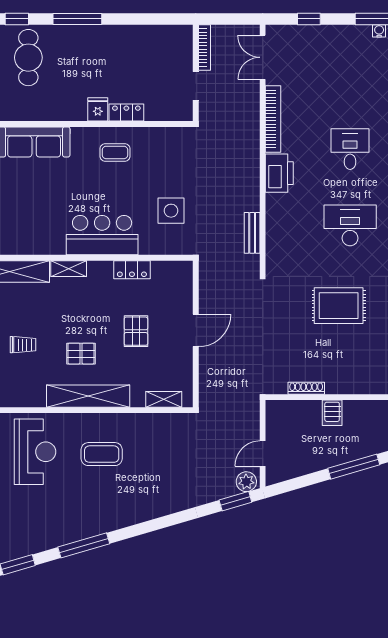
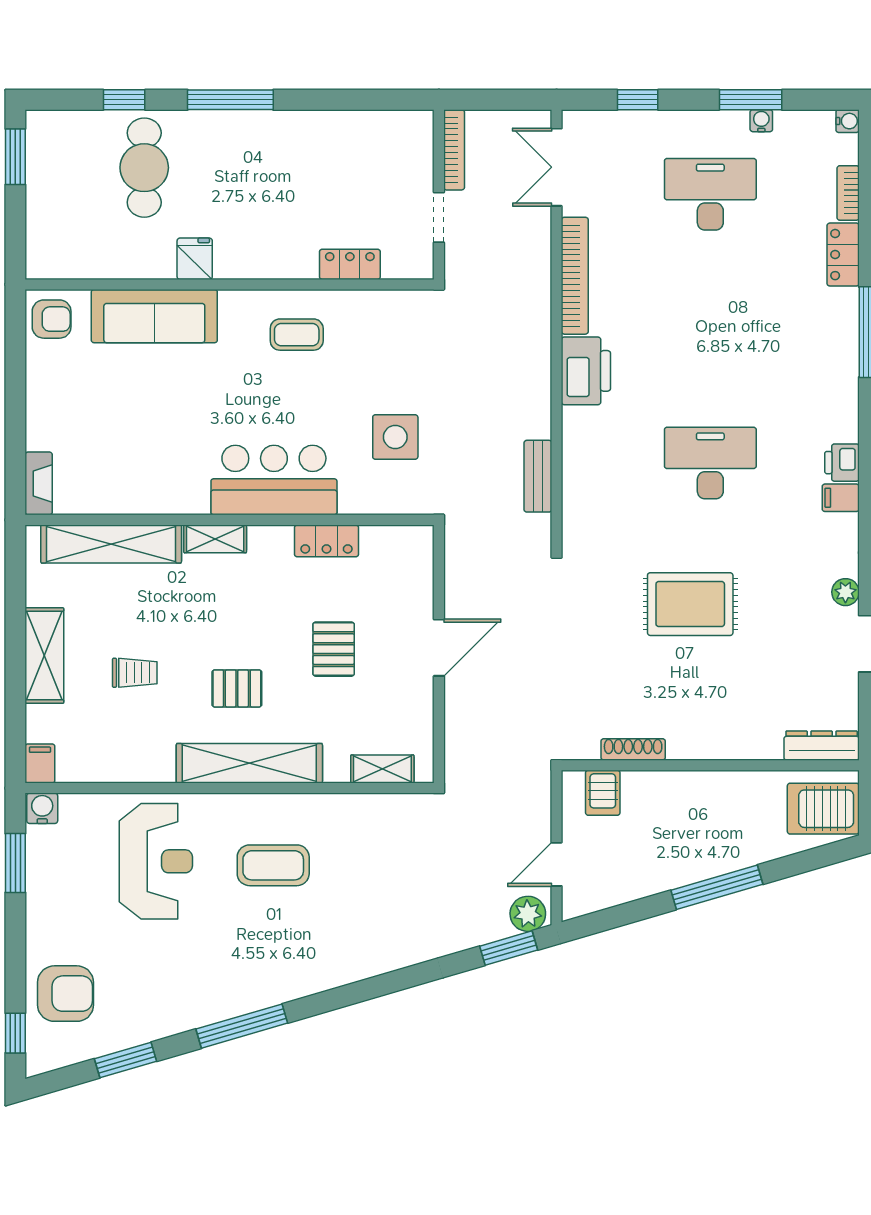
fridge: (98, 109) -> (195, 259), moved
locker: (126, 113) -> (350, 264), moved
desk: (350, 149) -> (710, 194), moved, width x1.37
server rack: (332, 413) -> (603, 793), moved

